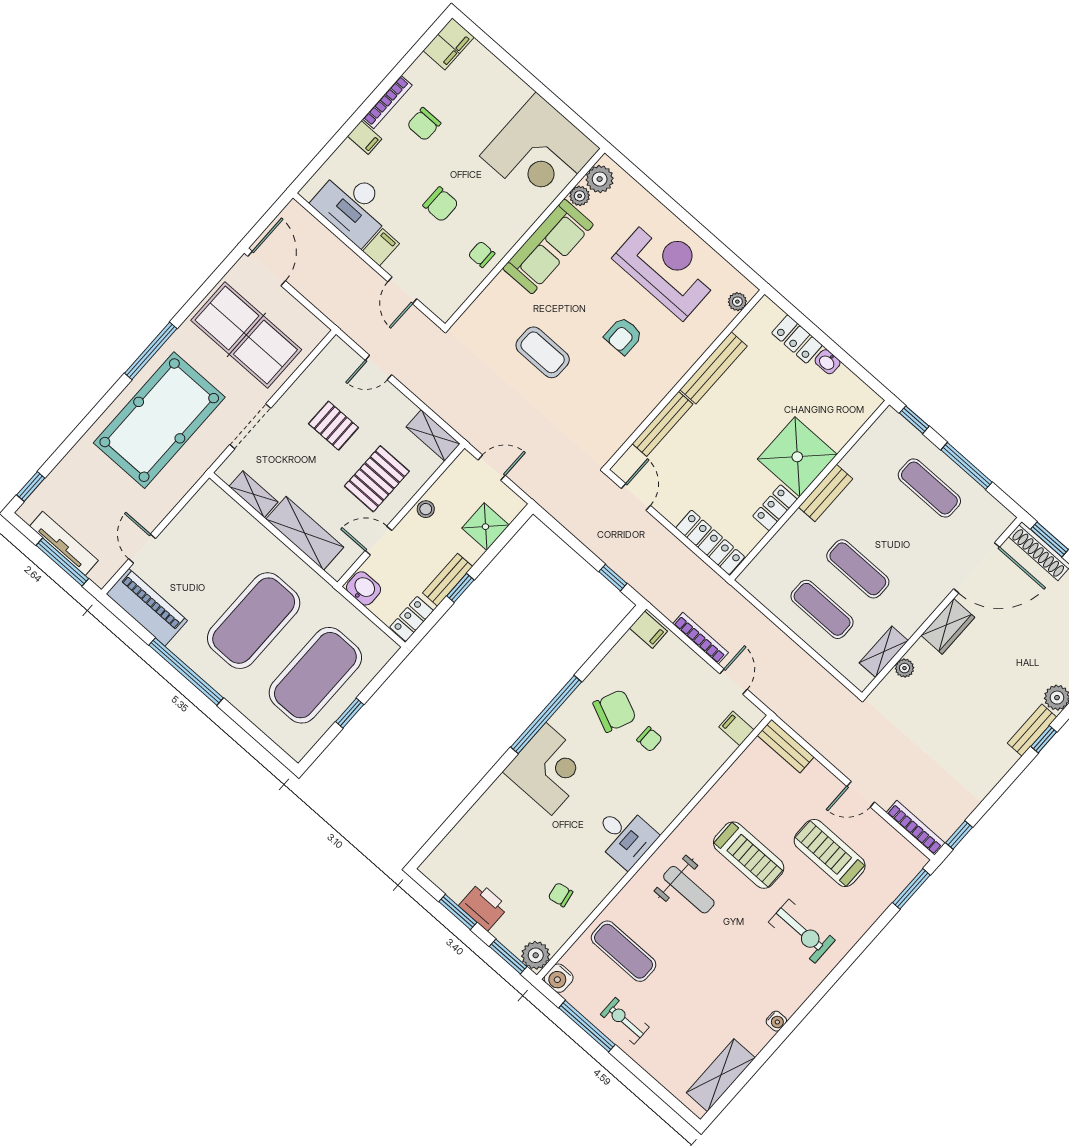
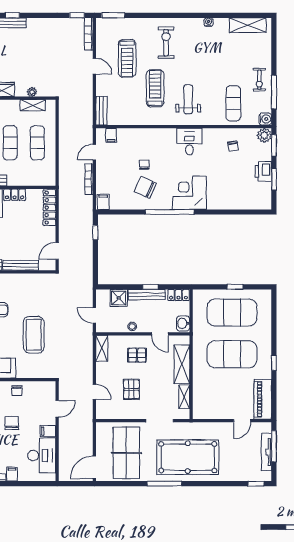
coffee table: (543, 352) -> (34, 335), width x1.36, depth x1.32
pallet: (377, 479) -> (137, 355), width x0.67, depth x0.71
bench: (448, 580) -> (147, 295), width x1.36
window: (186, 672) -> (274, 363), width x0.32

